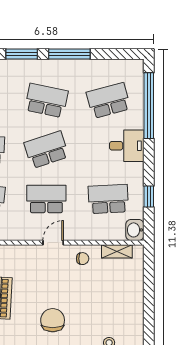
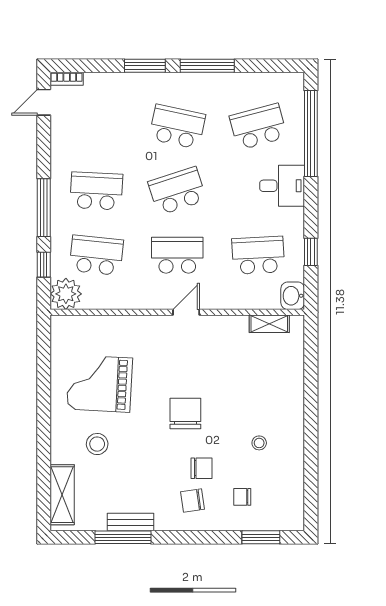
chair: (83, 259) -> (225, 333), removed

